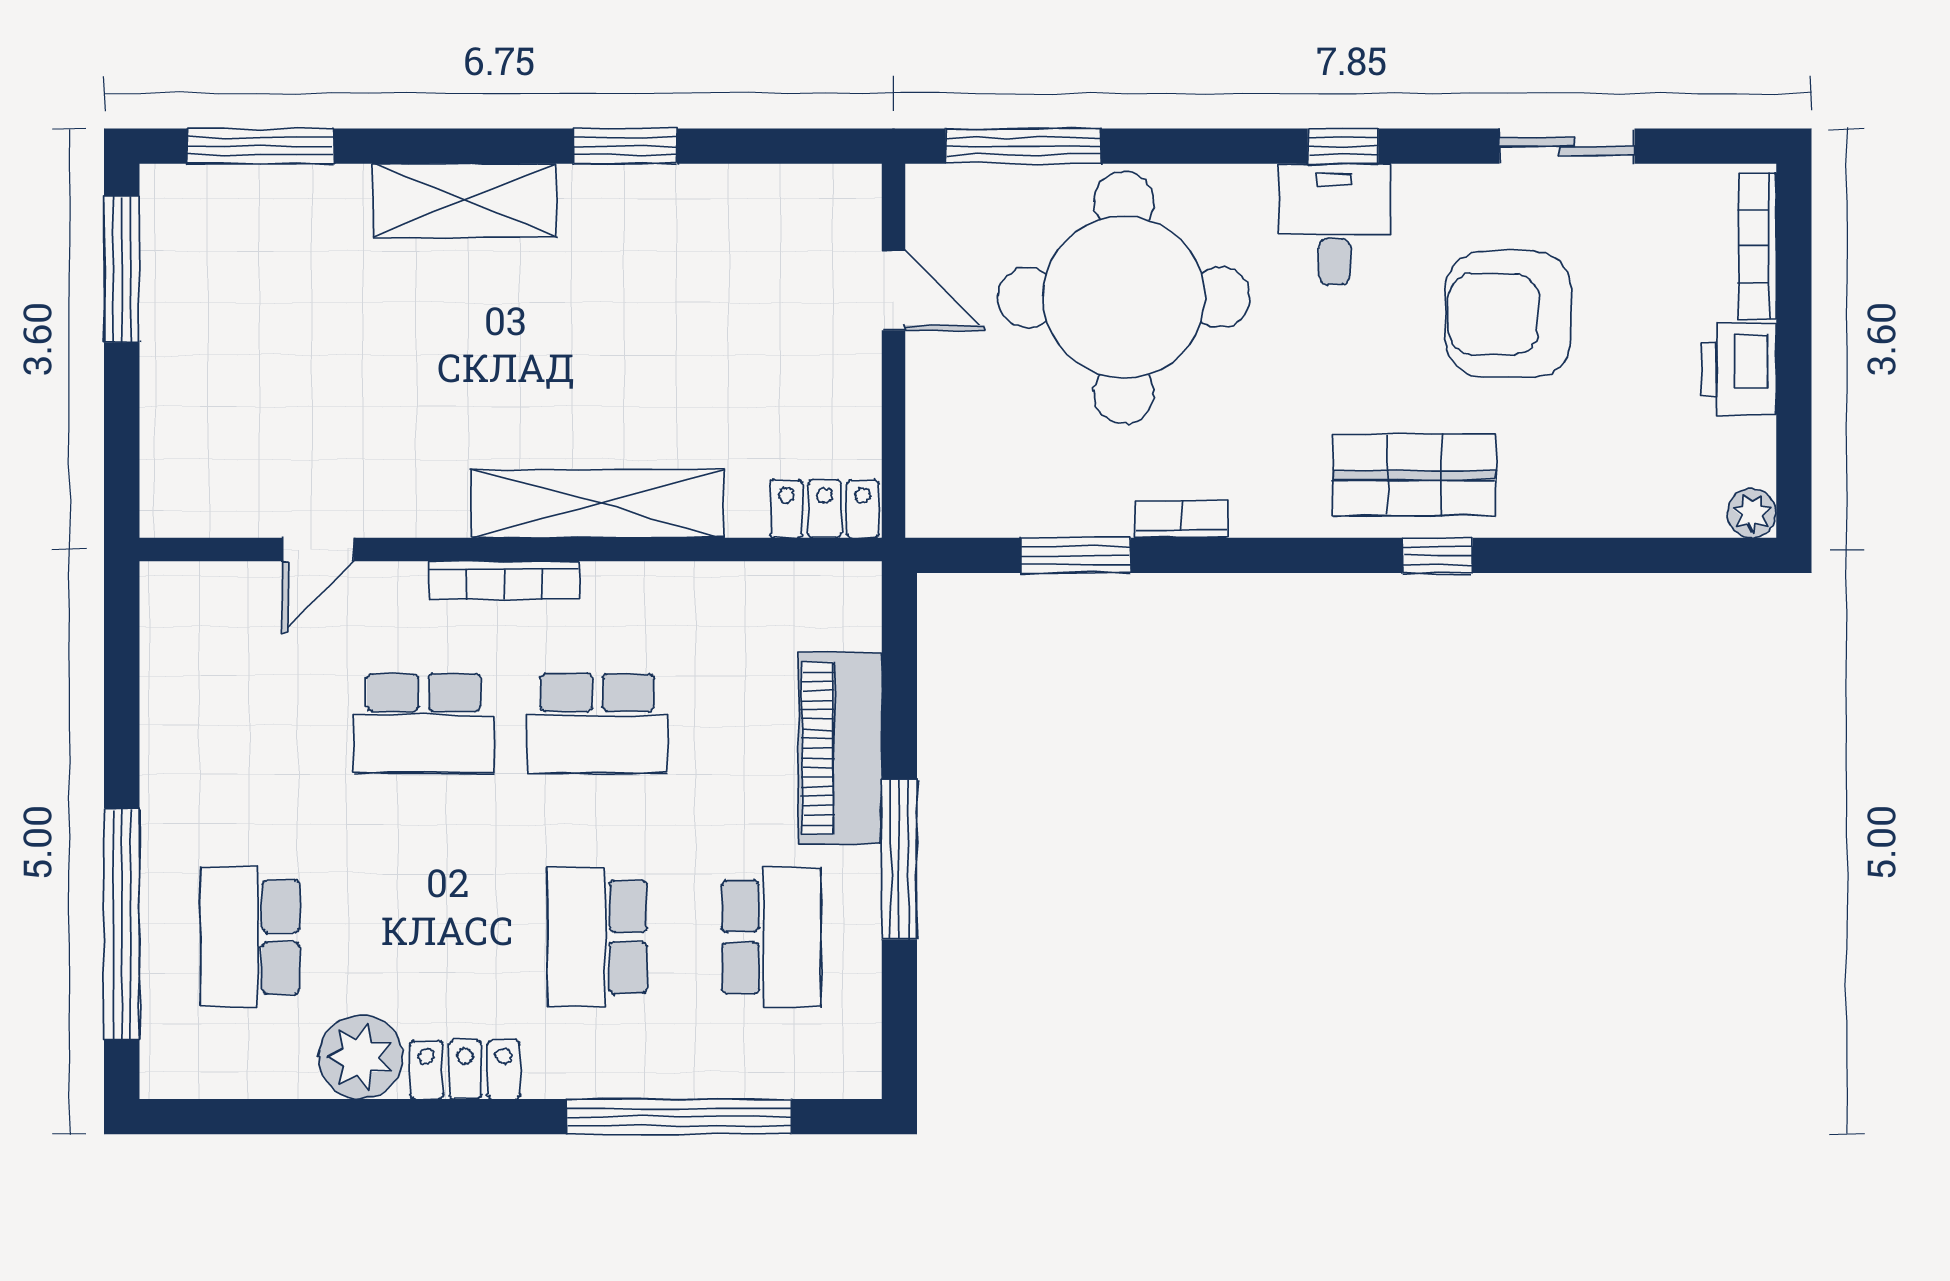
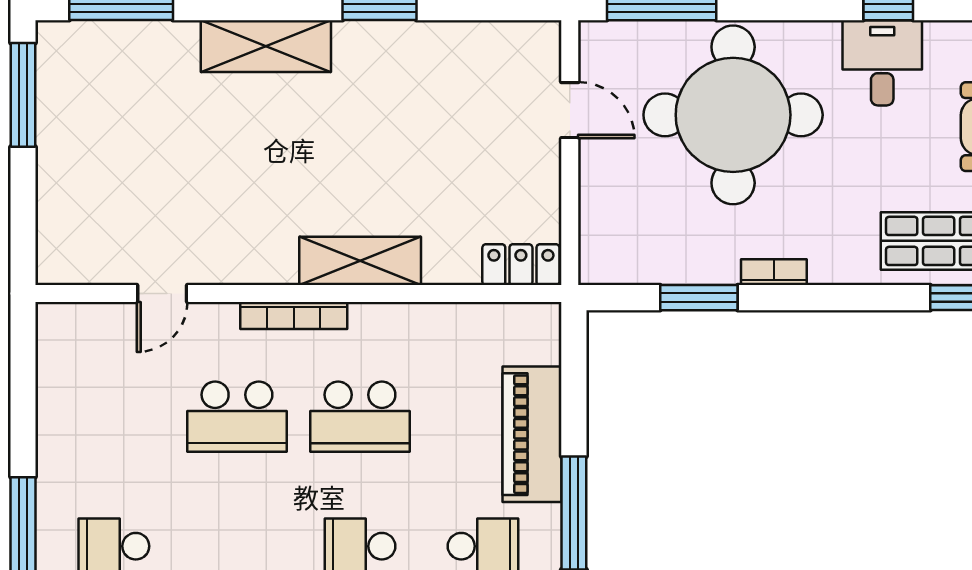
shelving: (598, 504) -> (360, 261), width x0.68

